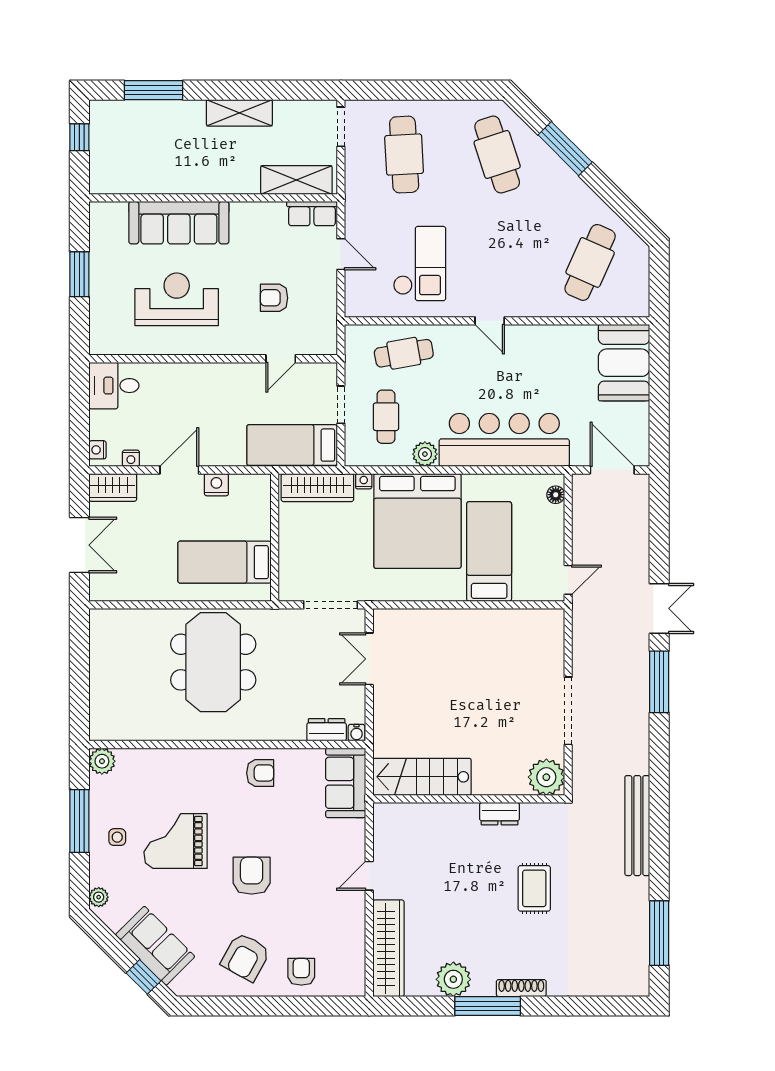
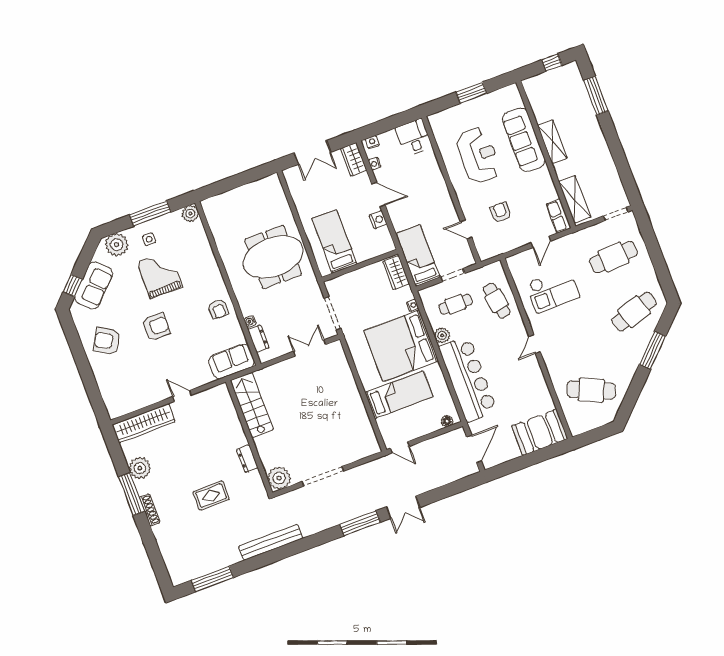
shelving: (239, 113) -> (552, 142), moved
wardrobe: (317, 488) -> (396, 273), width x0.67
water cooler: (357, 733) -> (250, 322), moved
plant: (99, 897) -> (117, 245), width x1.87, depth x1.87
armchair: (301, 972) -> (111, 377), removed

